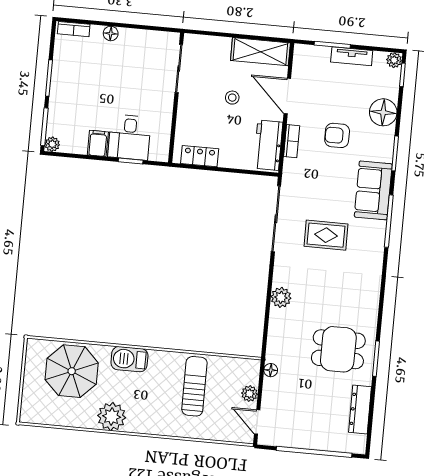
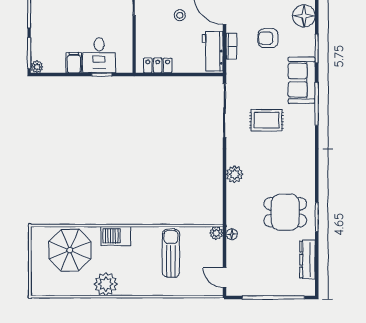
plant: (250, 394) -> (216, 233), moved

